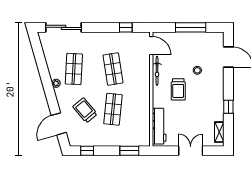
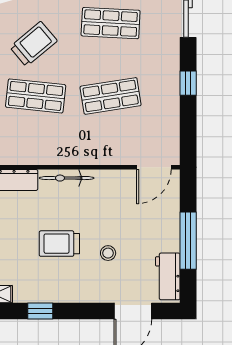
window: (126, 27) -> (188, 83), moved
workbench: (210, 38) -> (168, 276), added
bicycle: (157, 71) -> (67, 178), moved
trolley: (178, 89) -> (59, 244), moved

